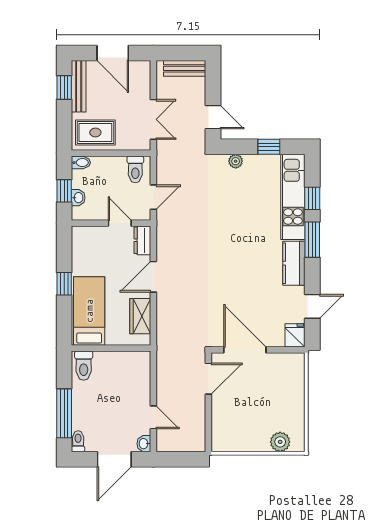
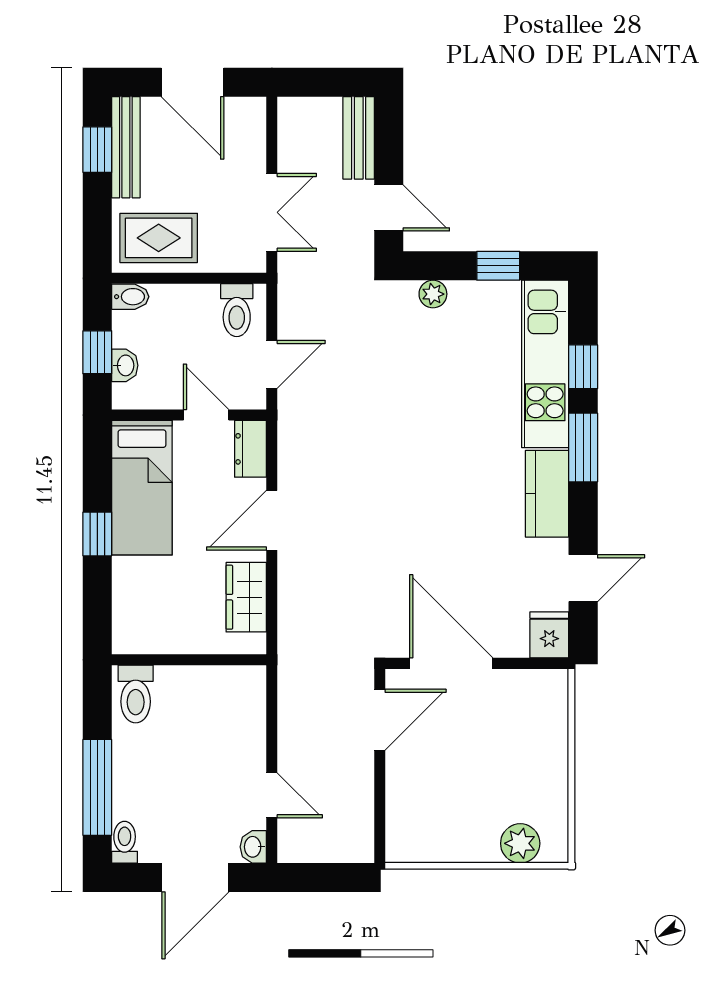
bench: (185, 68) -> (359, 138), moved, turned 90
bed: (89, 311) -> (142, 488), moved, turned 180

